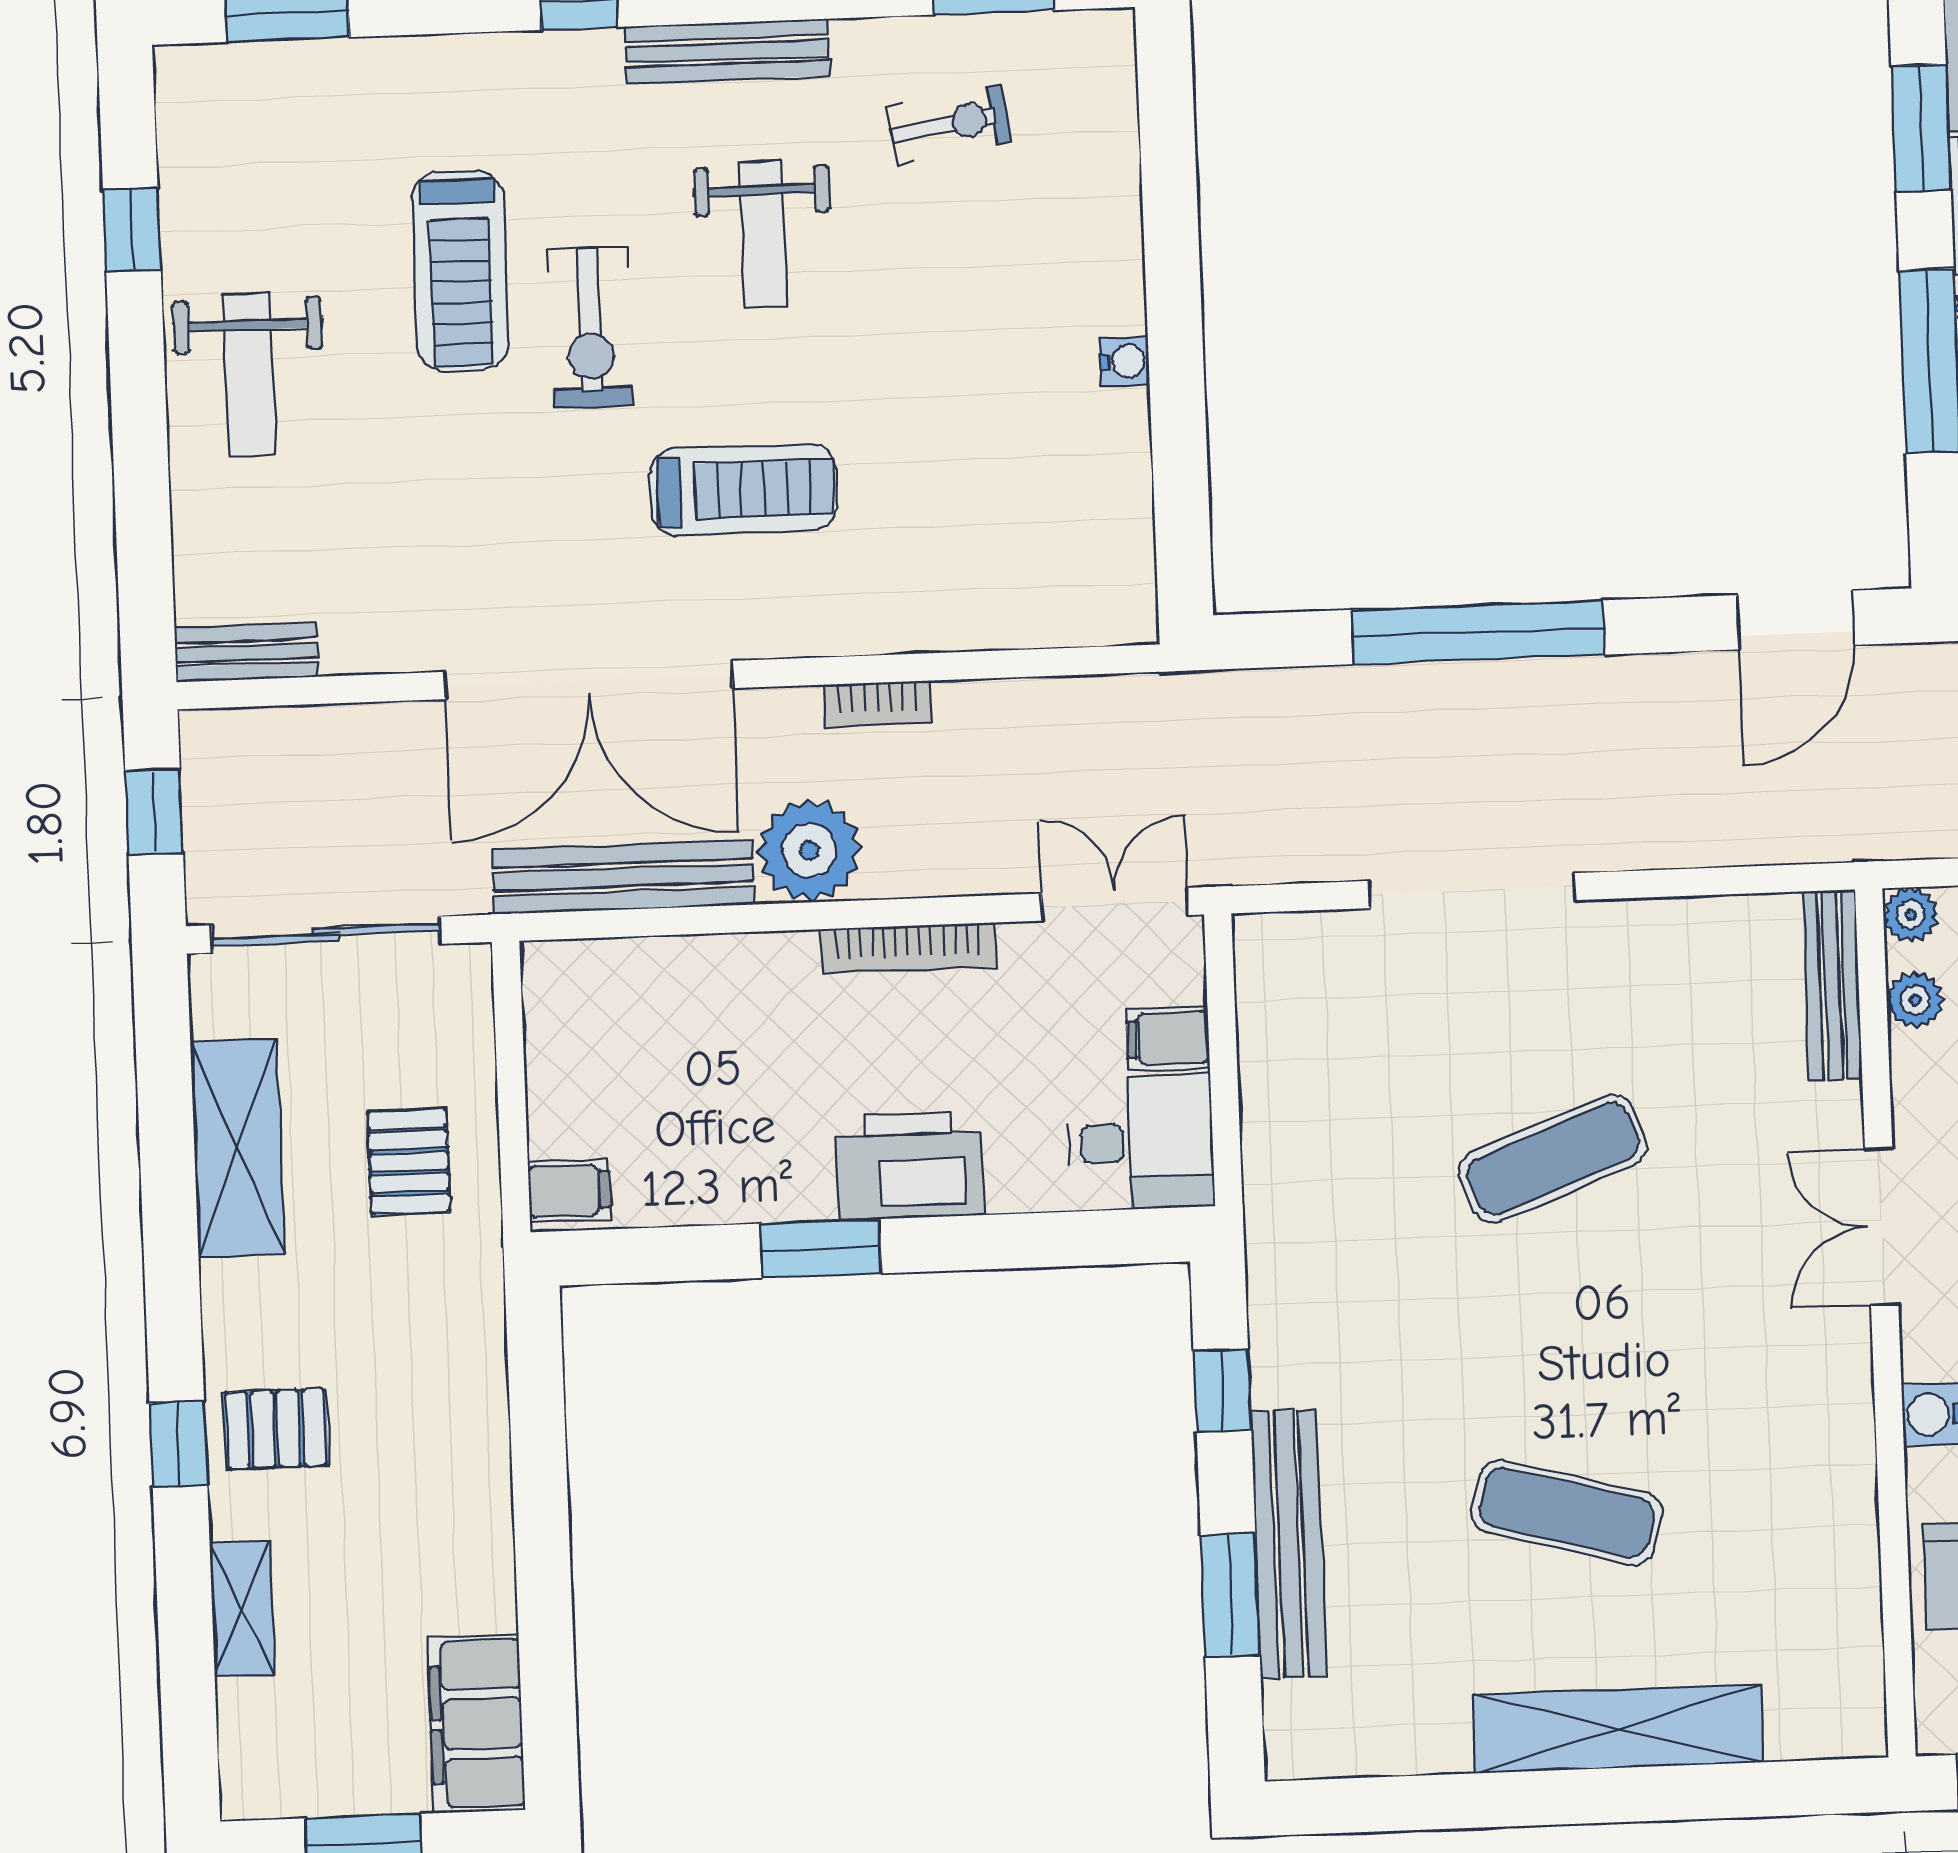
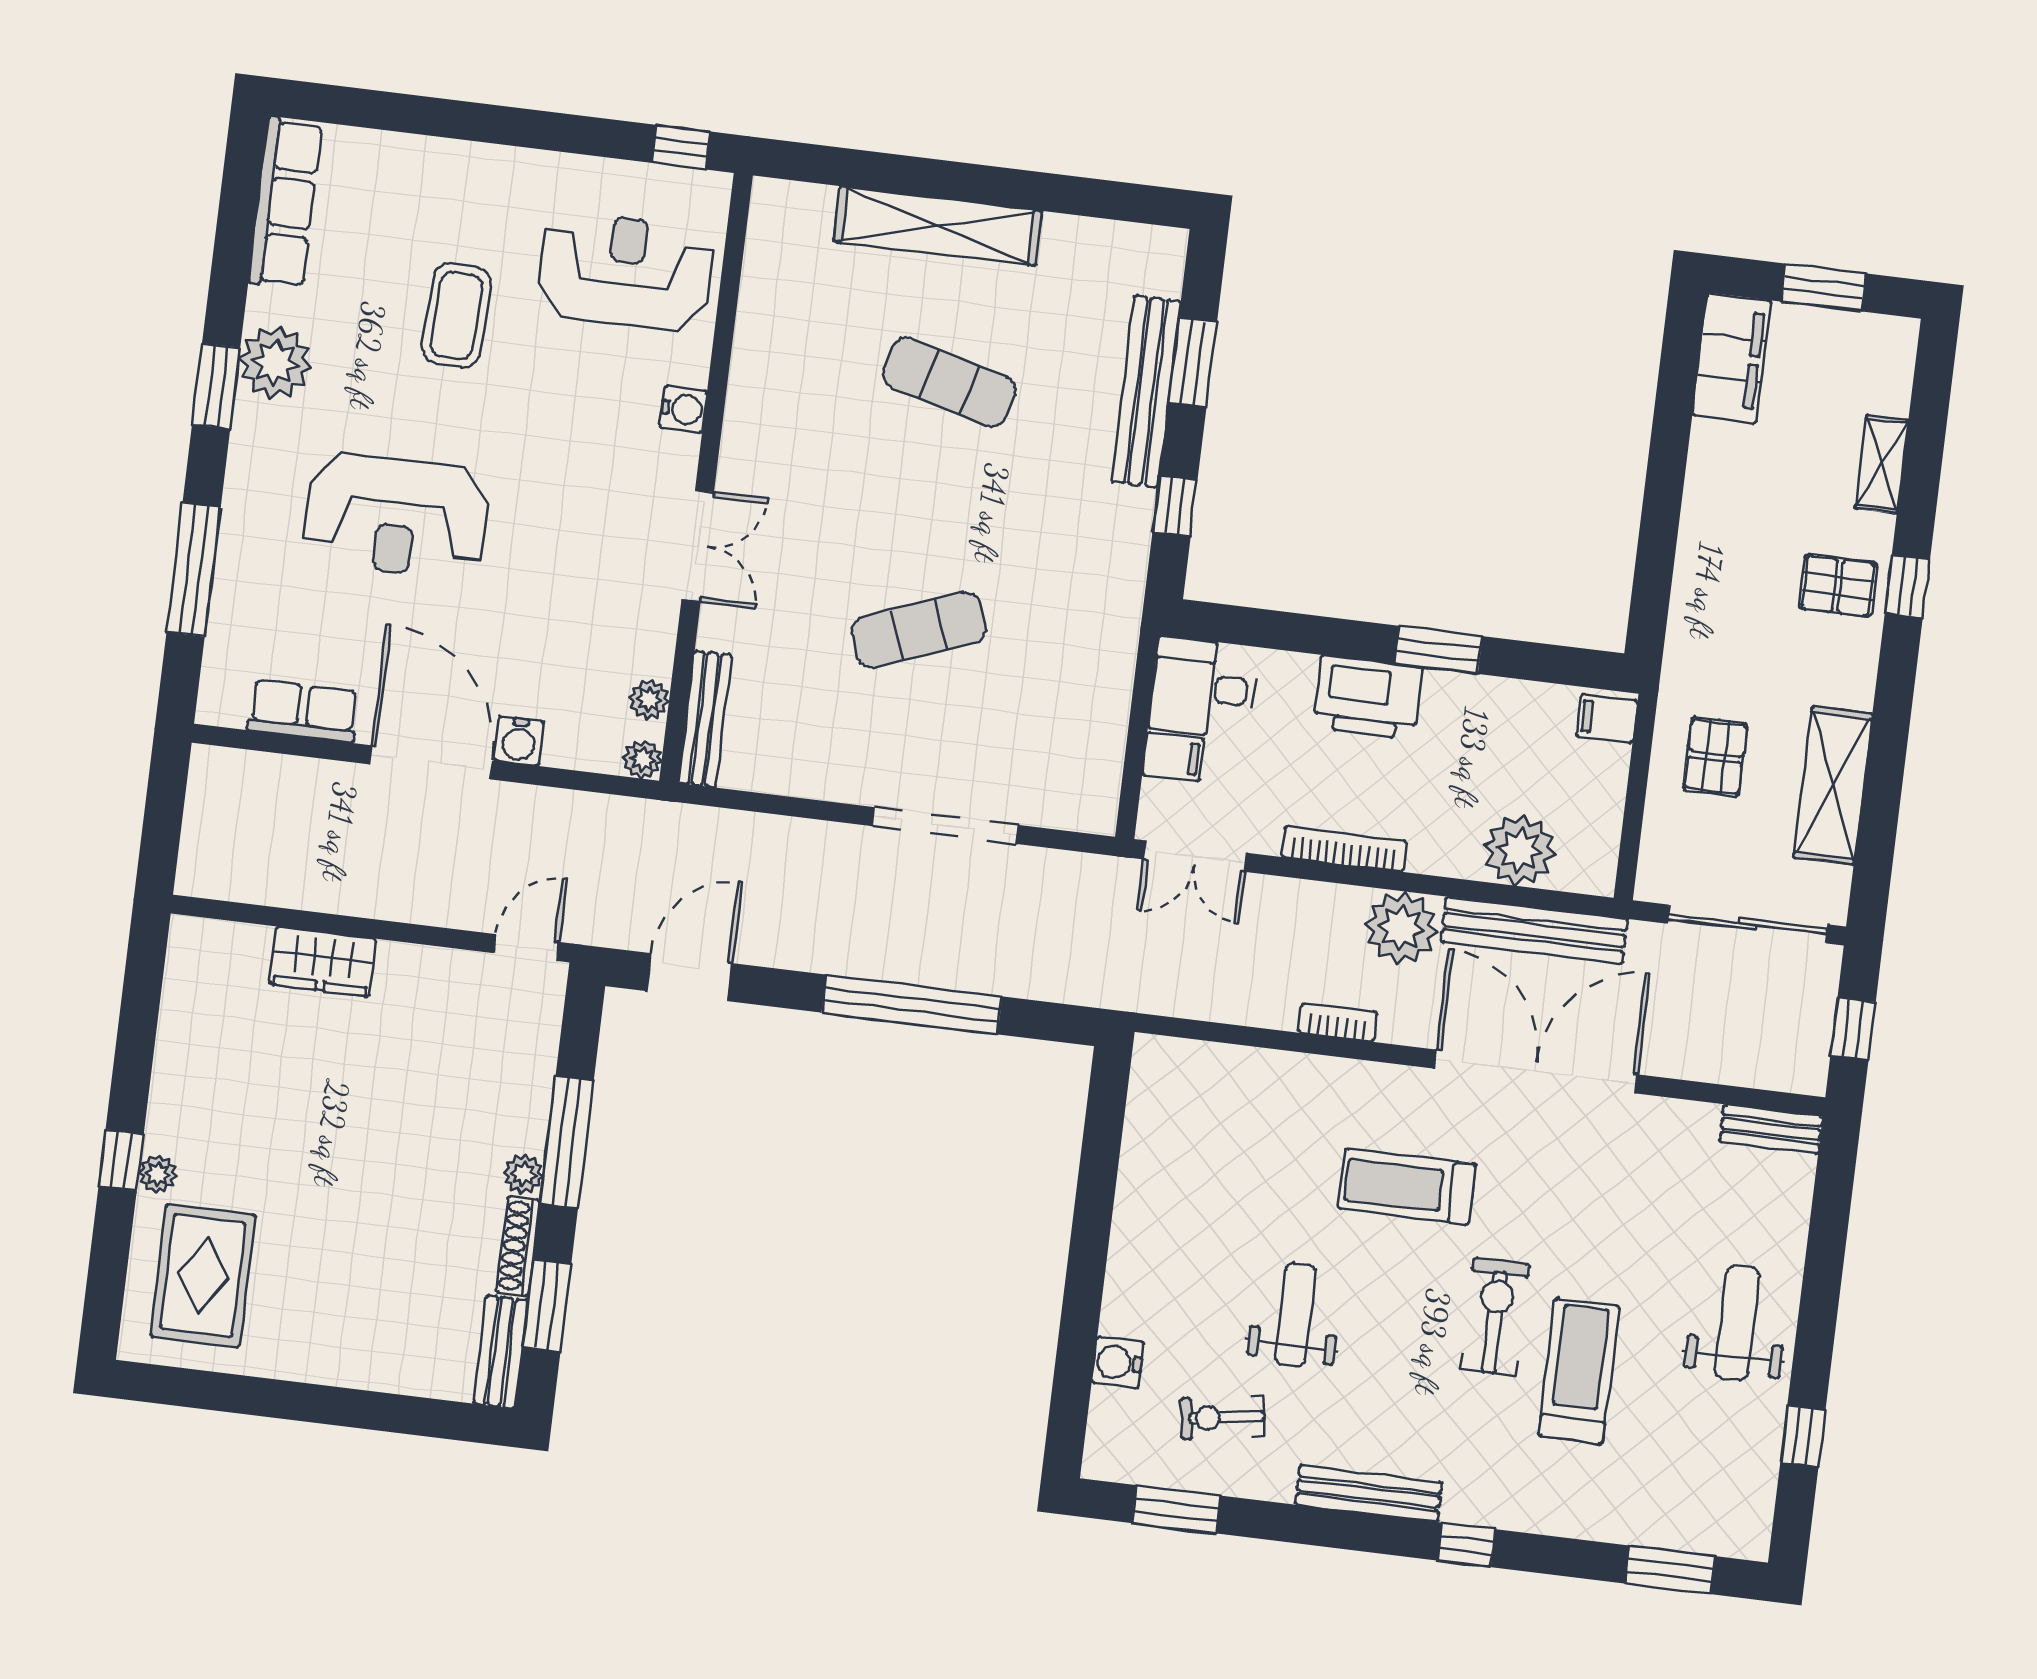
weight bench: (763, 234) -> (1295, 1315), moved
water cooler: (1125, 361) -> (1118, 1362), moved, width x1.38, depth x1.38
plant: (662, 986) -> (1520, 850), added

